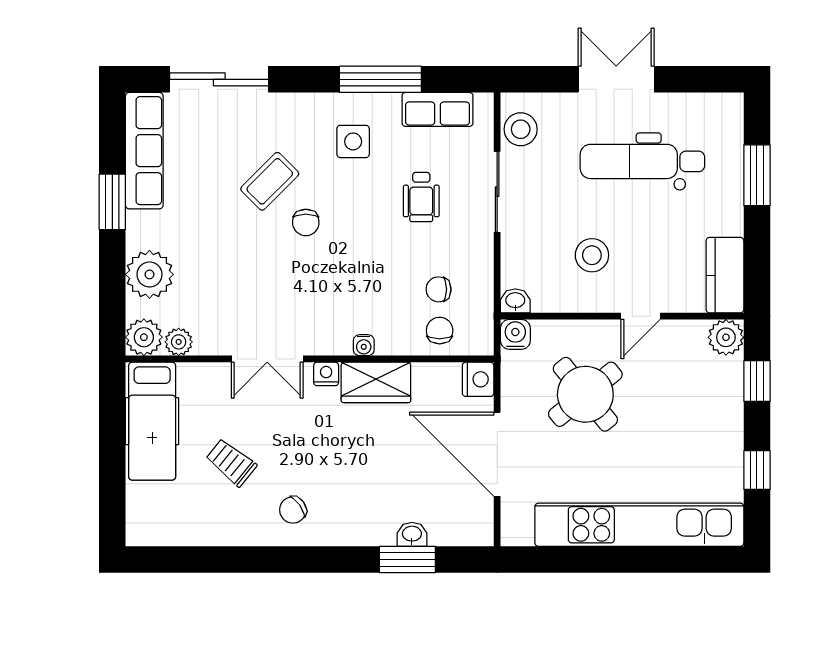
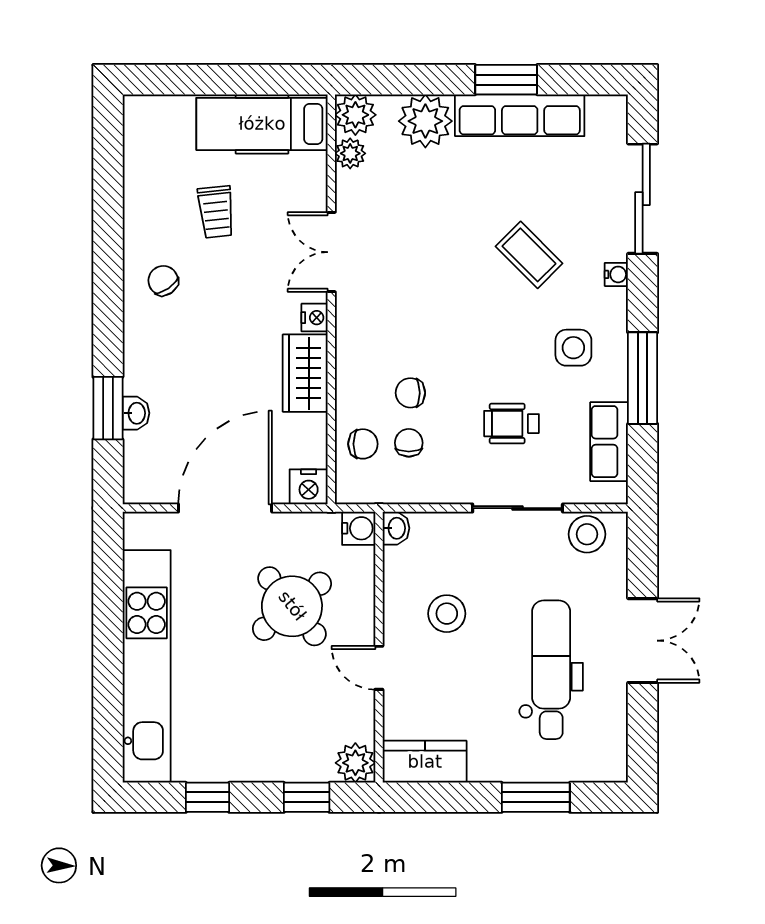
row of seats: (144, 151) -> (520, 115), moved
chair: (306, 222) -> (410, 393), moved
water cooler: (364, 345) -> (616, 274), moved, turned 180
trolley: (231, 462) -> (216, 212), turned 135

